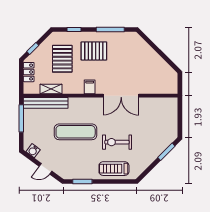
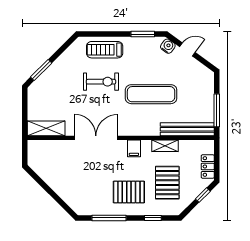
shelving: (51, 89) -> (165, 146), moved
shelving: (162, 103) -> (46, 128), added
water cooler: (33, 151) -> (168, 46), moved
treadmill: (114, 169) -> (105, 50), turned 180

